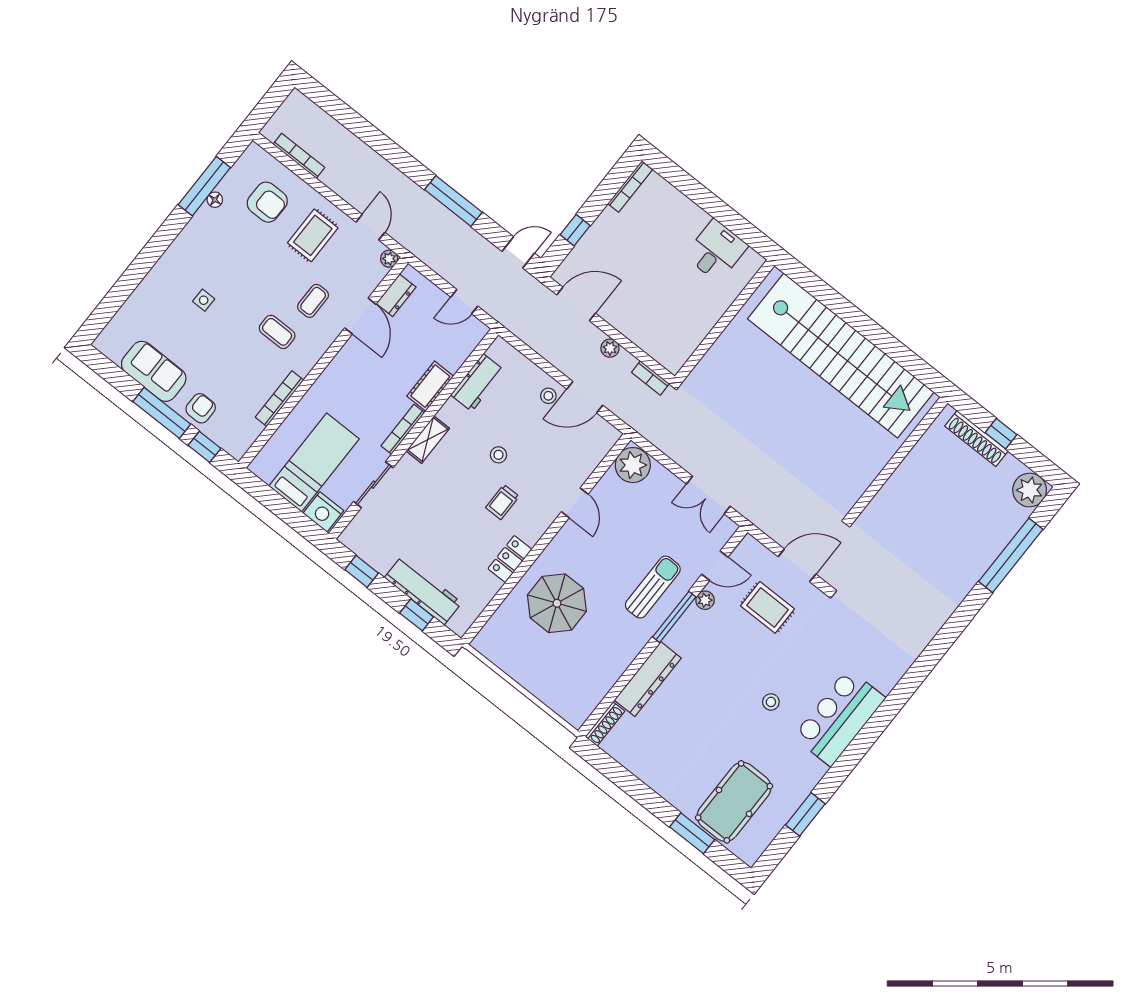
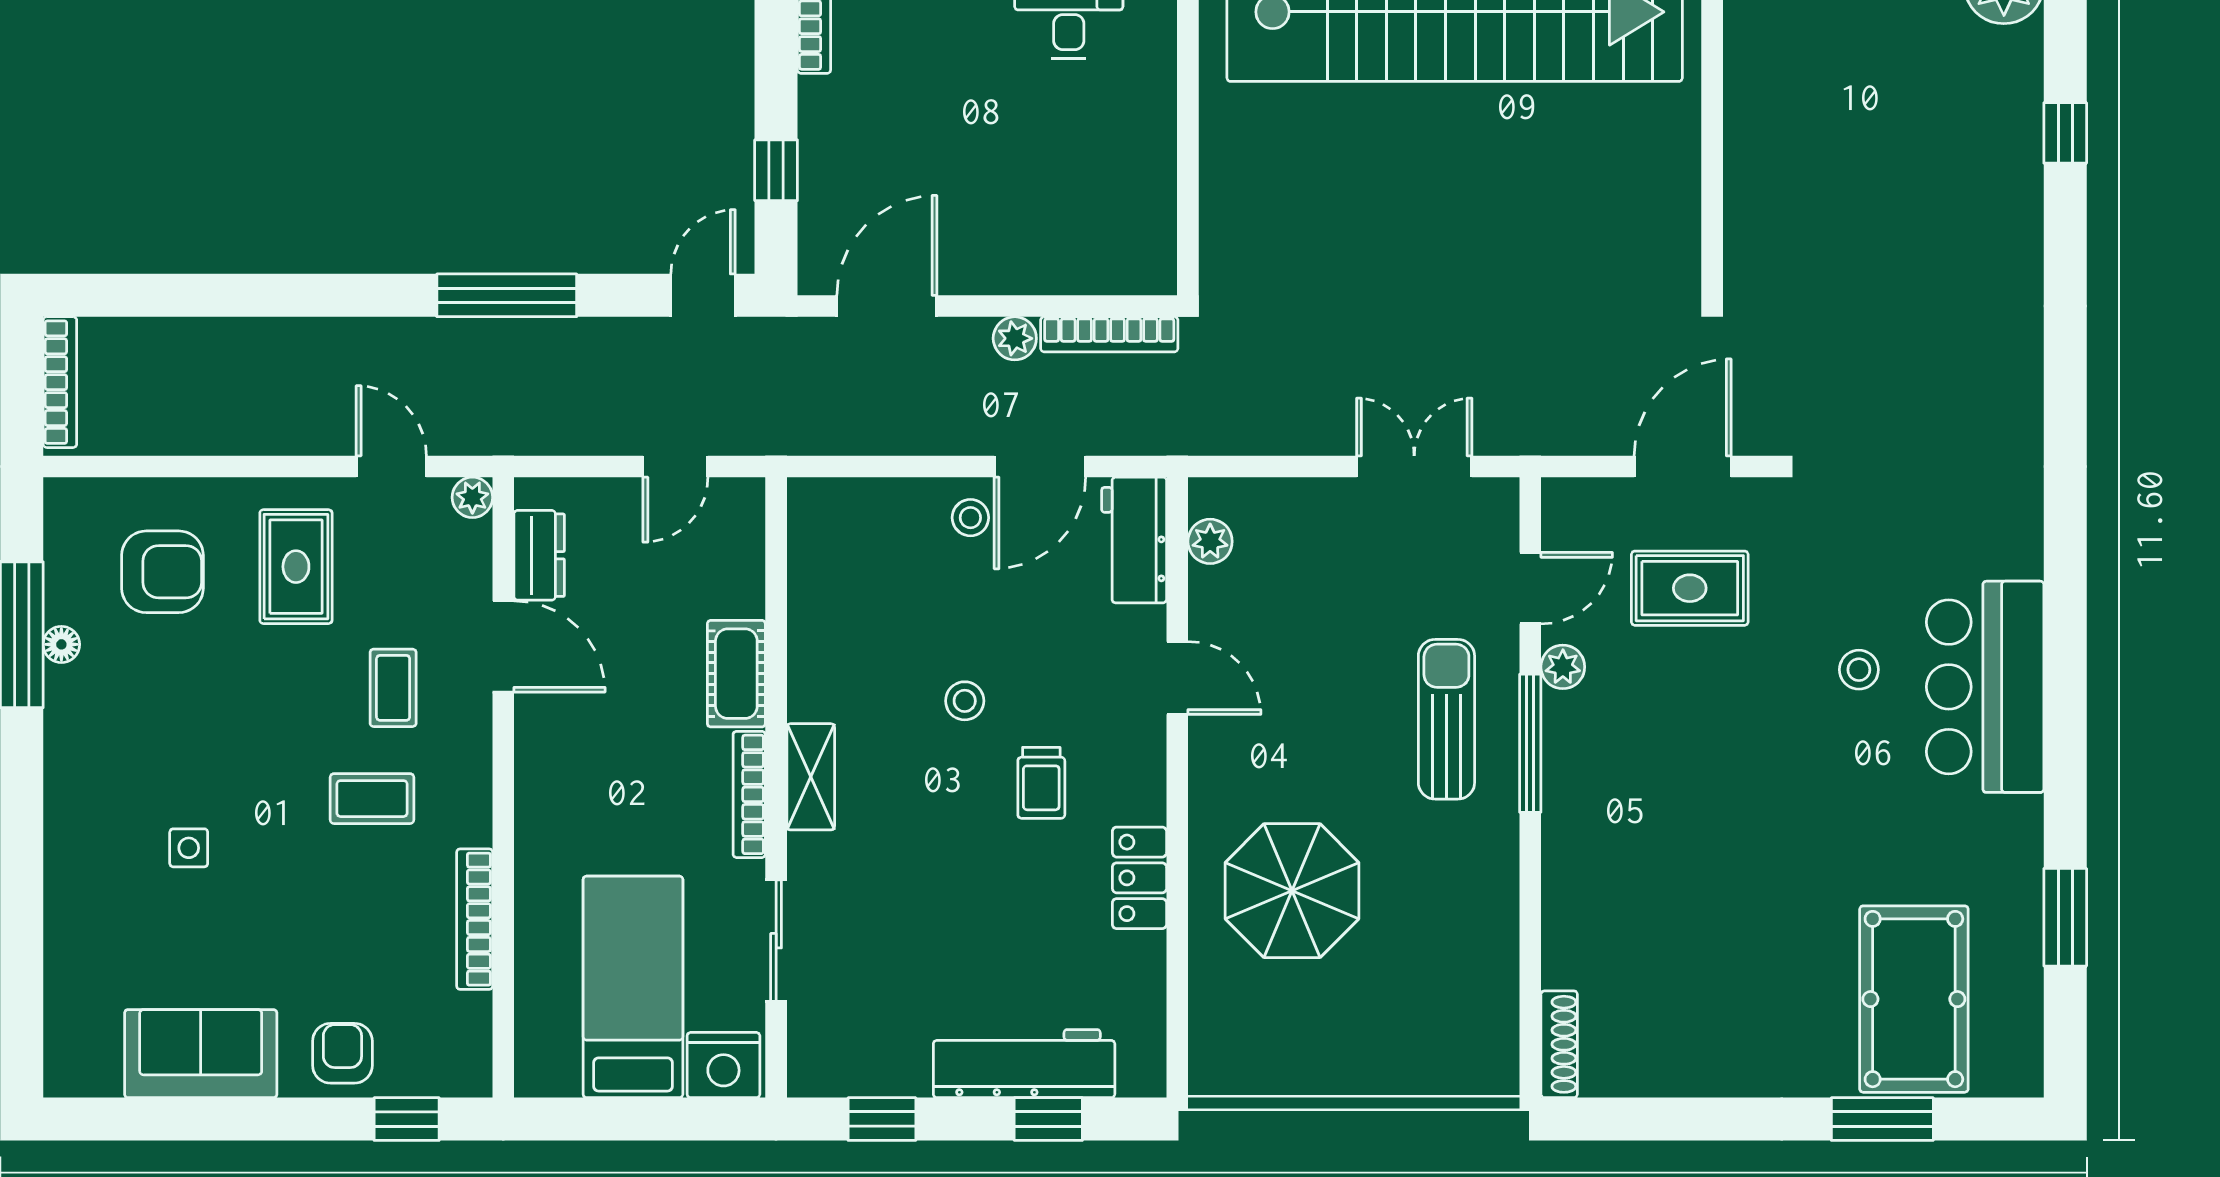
bookcase: (299, 156) -> (60, 382), moved, turned 90
bookcase: (650, 378) -> (1109, 334), width x1.56
workbench: (477, 383) -> (1134, 540), moved, turned 180
window: (162, 413) -> (277, 1119), removed
plant: (633, 465) -> (1210, 541), width x0.53, depth x0.53
double door: (708, 495) -> (1414, 467), swing flipped
window: (1011, 555) -> (2065, 133), width x0.32
dresser: (648, 679) -> (1573, 898), removed
stool: (771, 702) -> (1859, 670), moved

